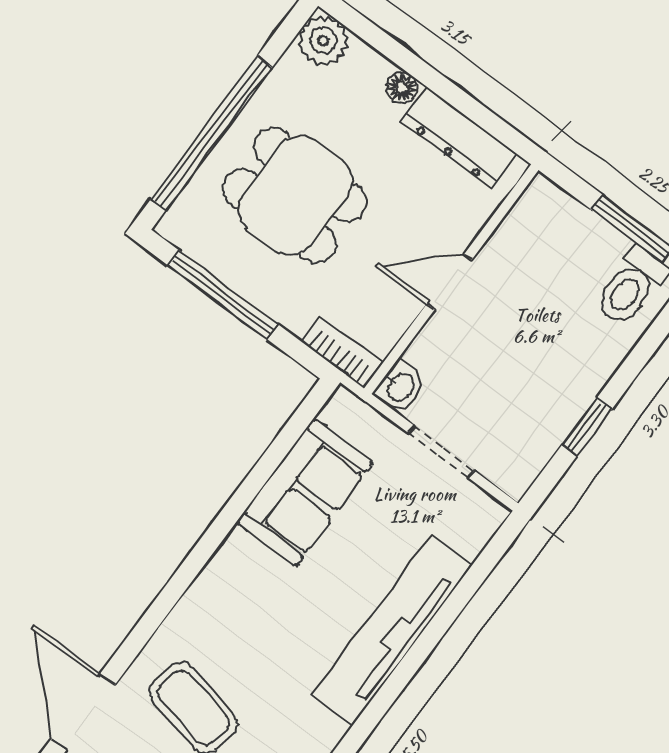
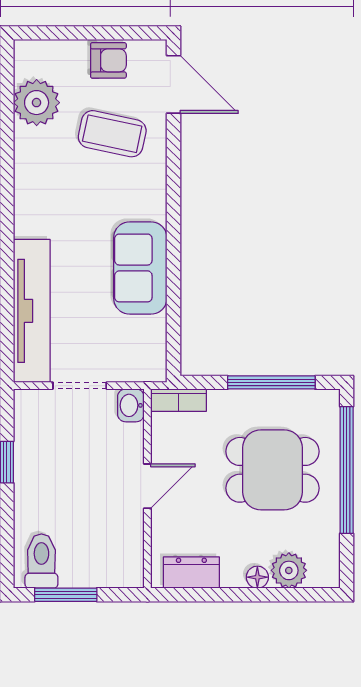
plant: (323, 41) -> (289, 570), moved
dresser: (458, 138) -> (191, 573), width x0.70
sofa: (305, 492) -> (140, 268), moved
tv unit: (392, 630) -> (32, 311), moved

